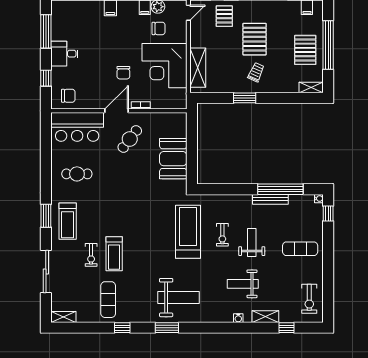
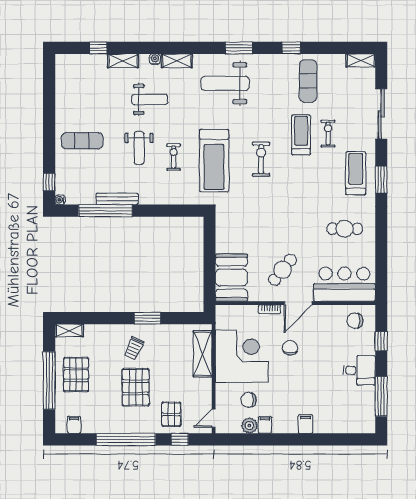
booth: (173, 159) -> (231, 278), moved
exercise bike: (309, 299) -> (261, 159), moved
shelving: (220, 317) -> (177, 61), added

